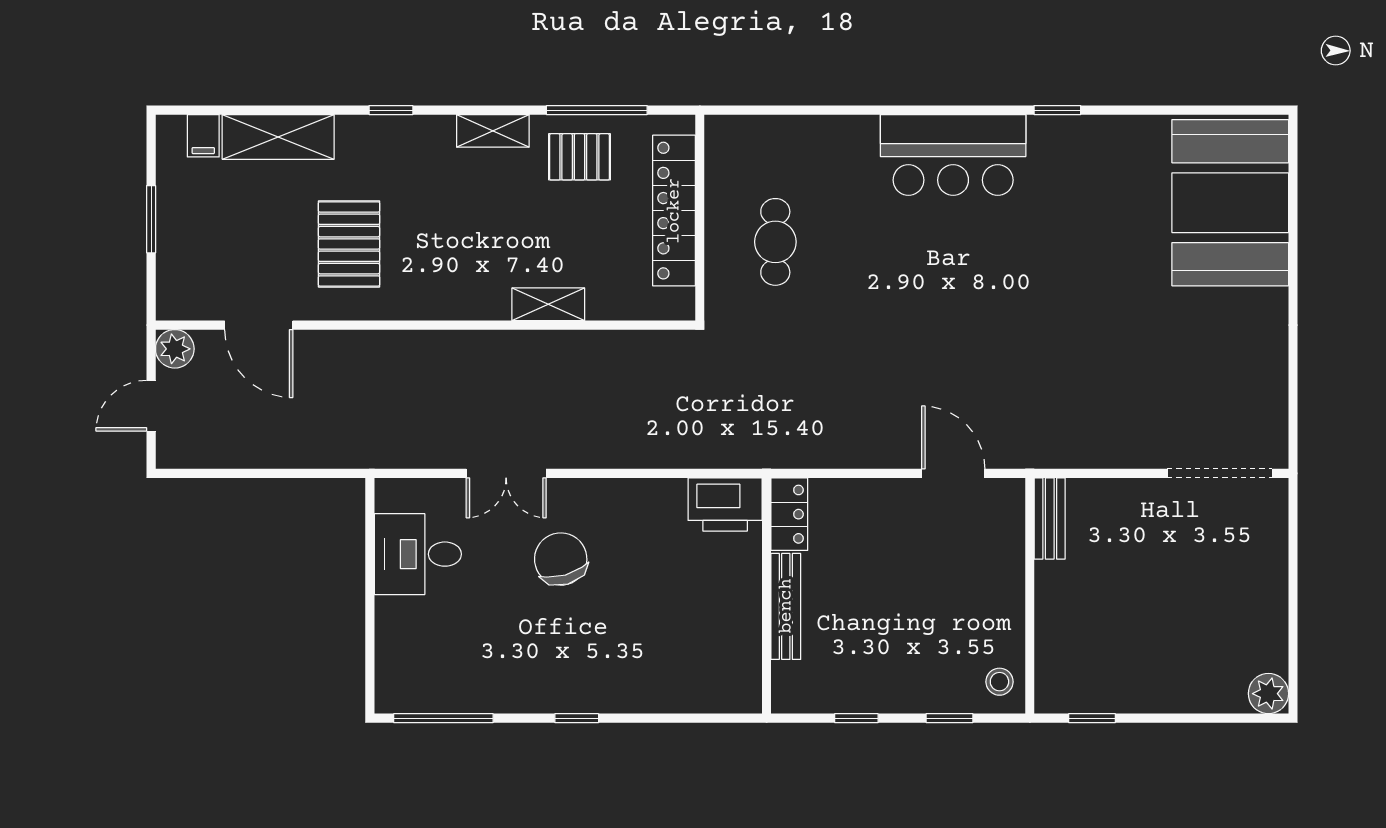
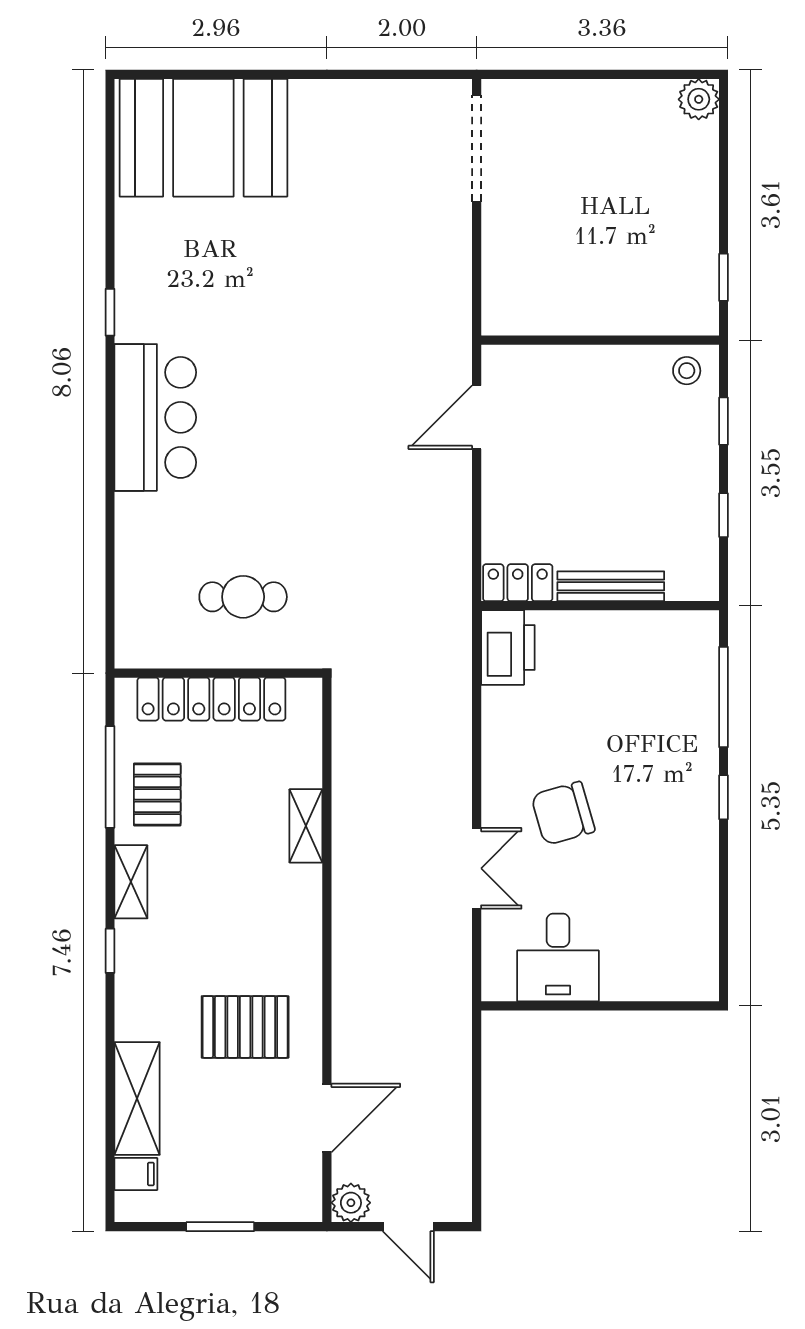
window: (391, 110) -> (110, 951), moved
bench: (1050, 518) -> (522, 320), removed
window: (443, 718) -> (723, 697), moved

